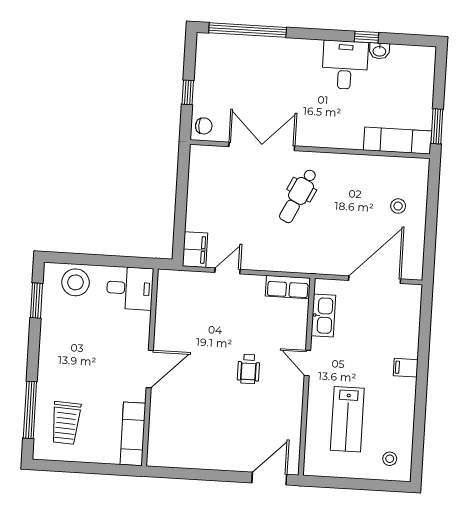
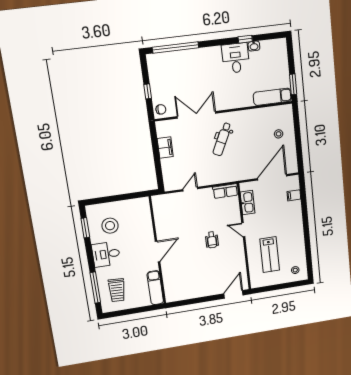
filing cabinet: (195, 250) -> (165, 148), moved
stool: (76, 282) -> (110, 226), moved
desk: (130, 288) -> (106, 254), moved, turned 180
filing cabinet: (406, 368) -> (294, 195), moved

